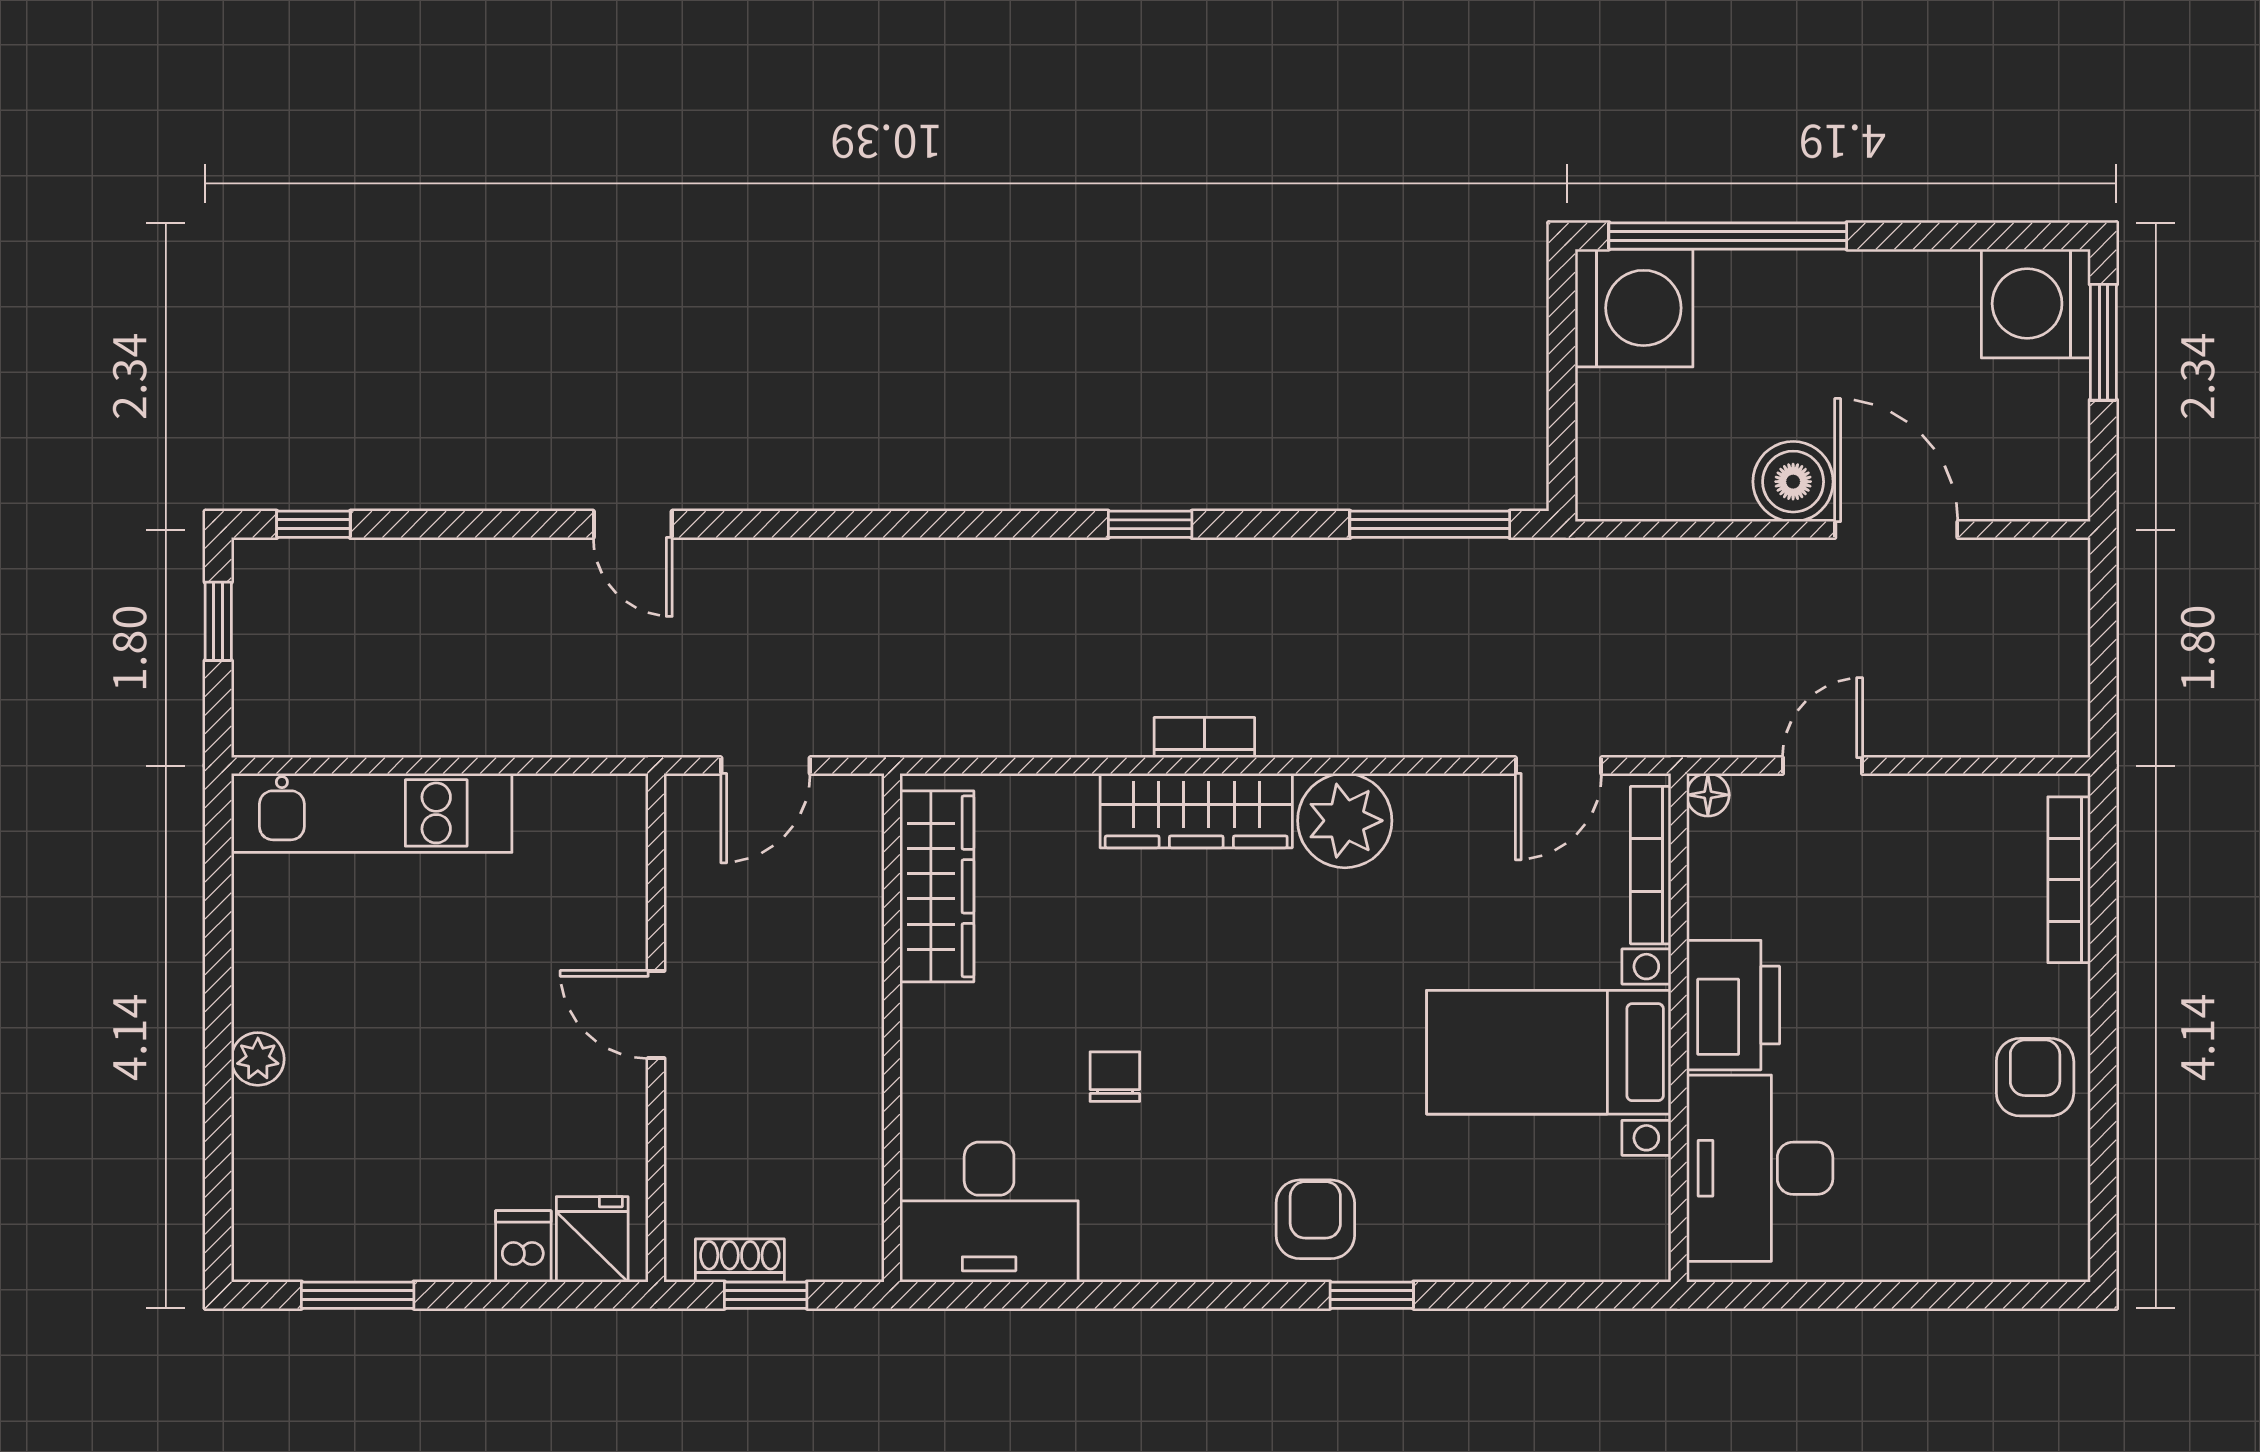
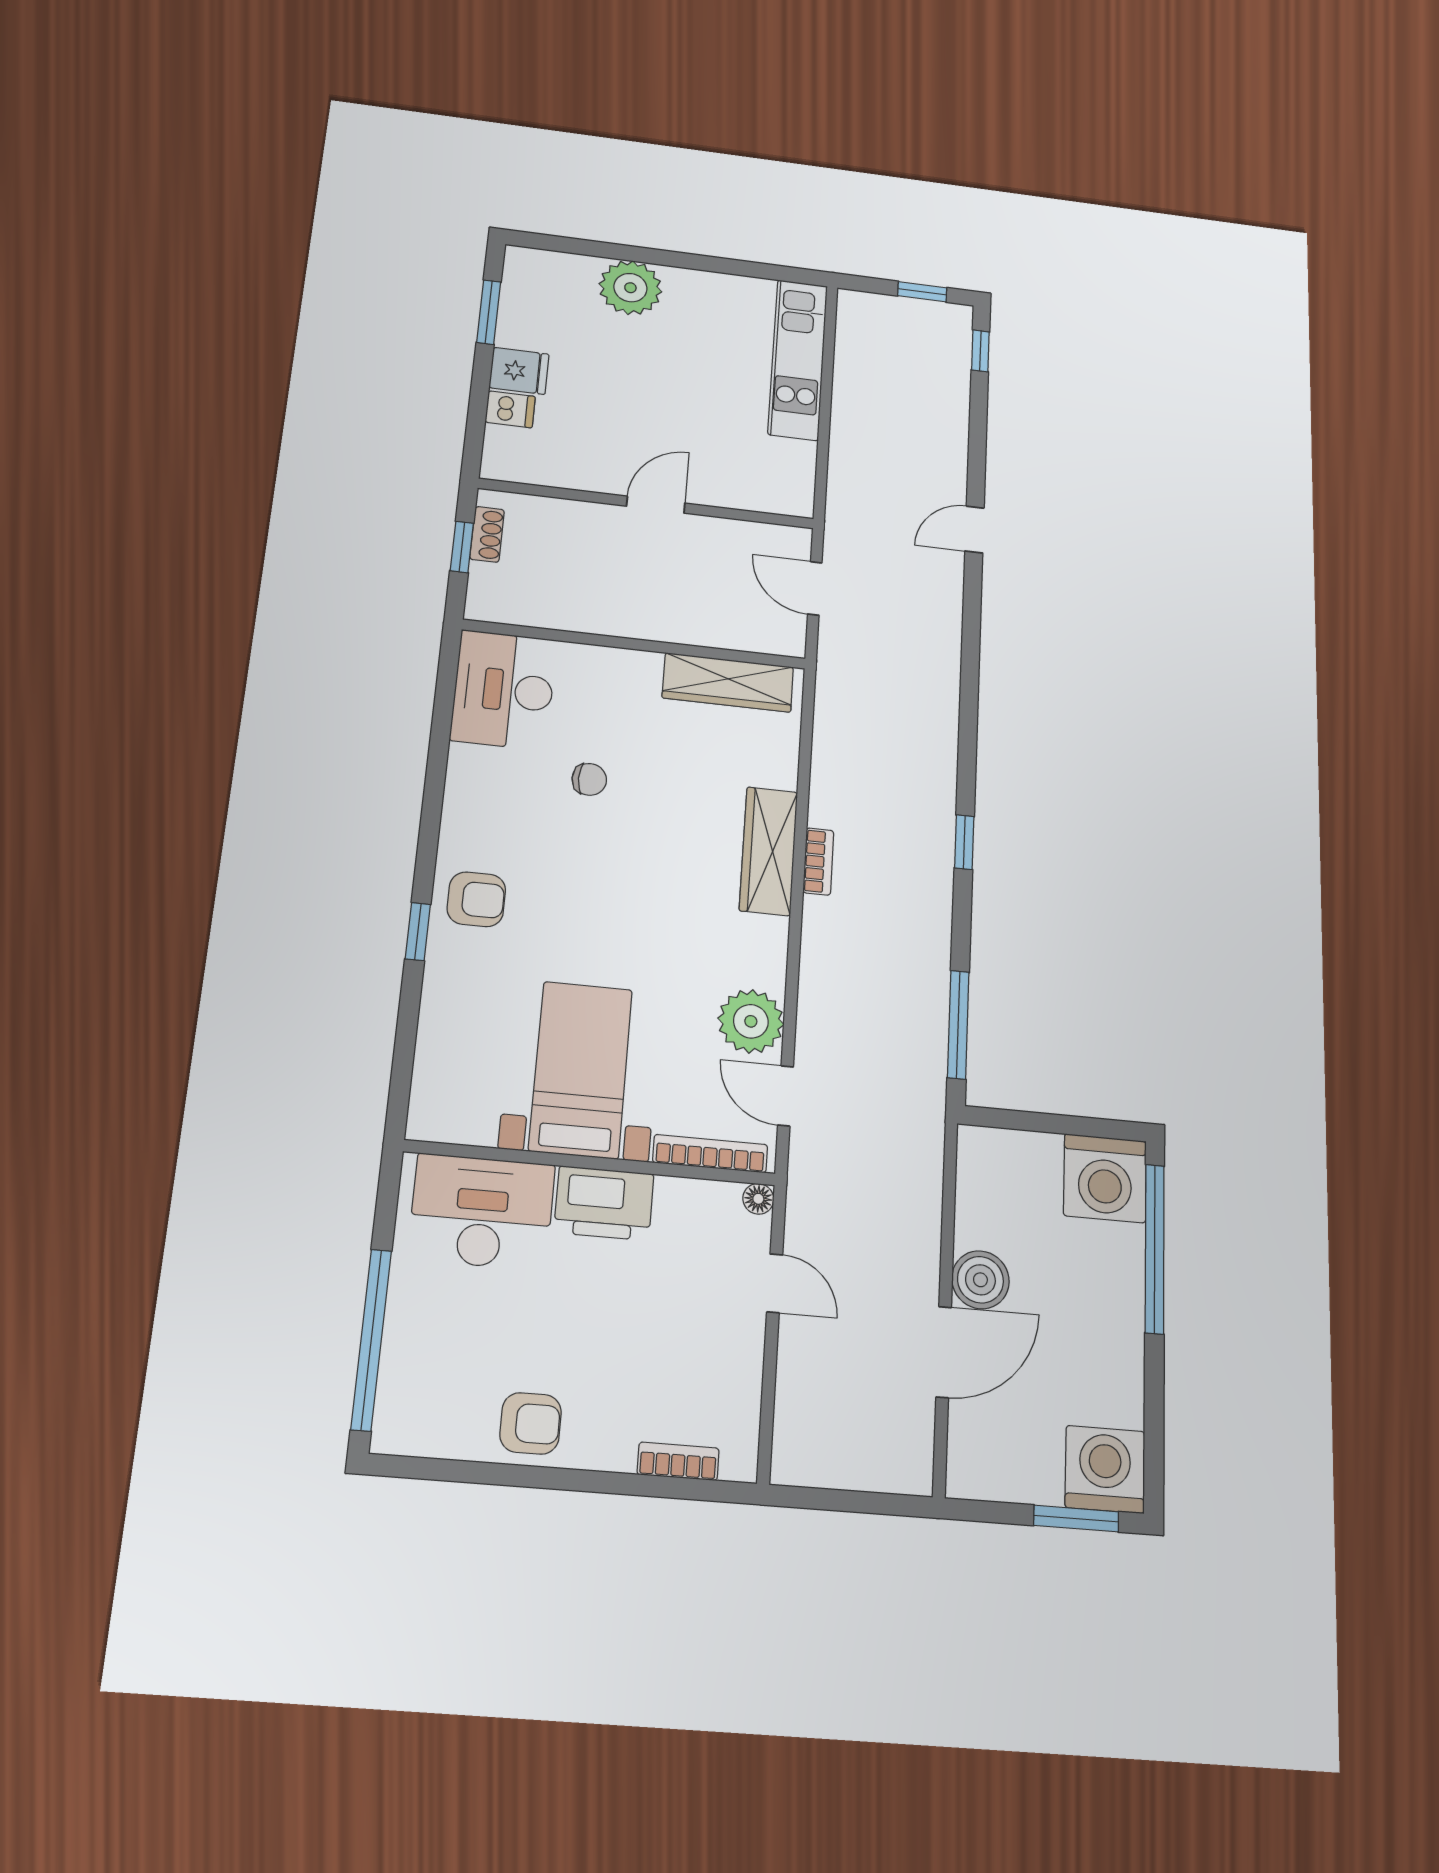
plant: (1345, 821) -> (751, 1021), moved
bookcase: (2069, 880) -> (678, 1461), width x0.64
plant: (258, 1059) -> (630, 288), width x1.87, depth x1.87
fridge: (592, 1239) -> (519, 371), moved
window: (1943, 1295) -> (371, 1339), added

